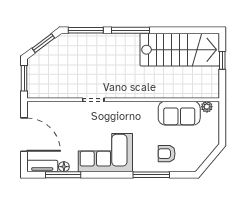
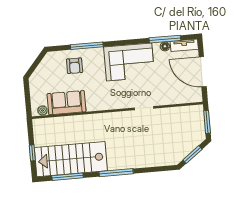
window: (86, 30) -> (68, 177), moved
armchair: (167, 154) -> (75, 66), turned 90

